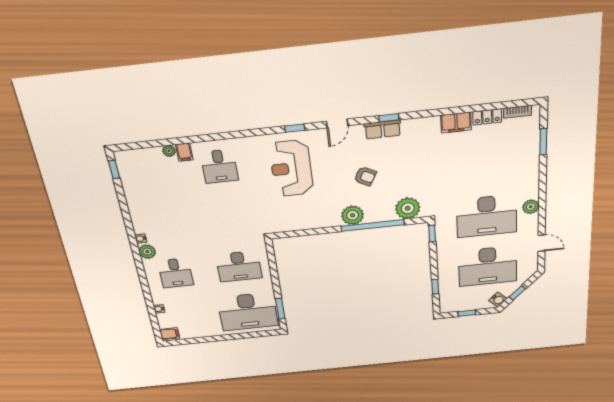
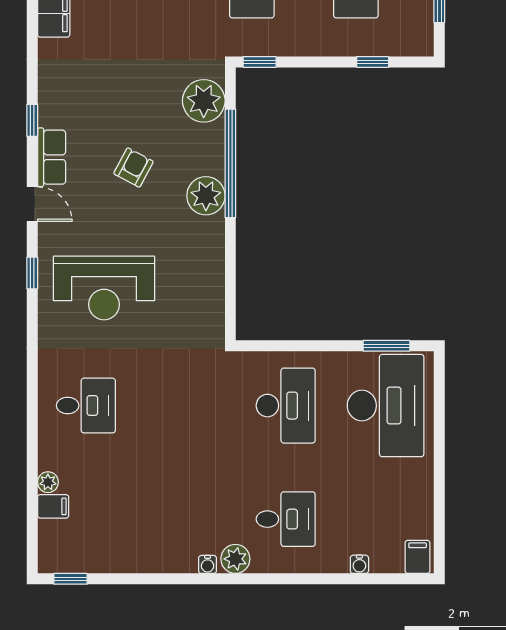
row of seats: (383, 129) -> (52, 157), moved
filing cabinet: (184, 152) -> (53, 506), moved

